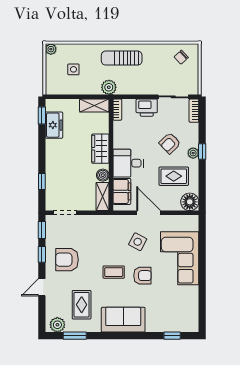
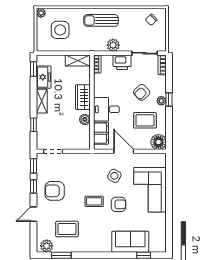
side table: (73, 69) -> (60, 30), width x1.87, depth x1.87
plant: (109, 87) -> (113, 45), moved
shelving: (103, 197) -> (42, 101), moved
rug: (82, 305) -> (67, 229), turned 90
sofa: (123, 320) -> (130, 242), moved

